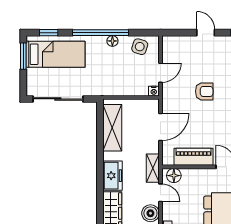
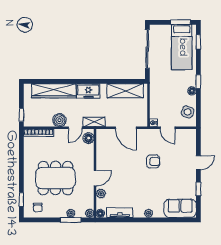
window: (101, 33) -> (198, 82), width x0.32
armchair: (204, 91) -> (153, 161), turned -90
piano: (193, 157) -> (103, 153), removed

